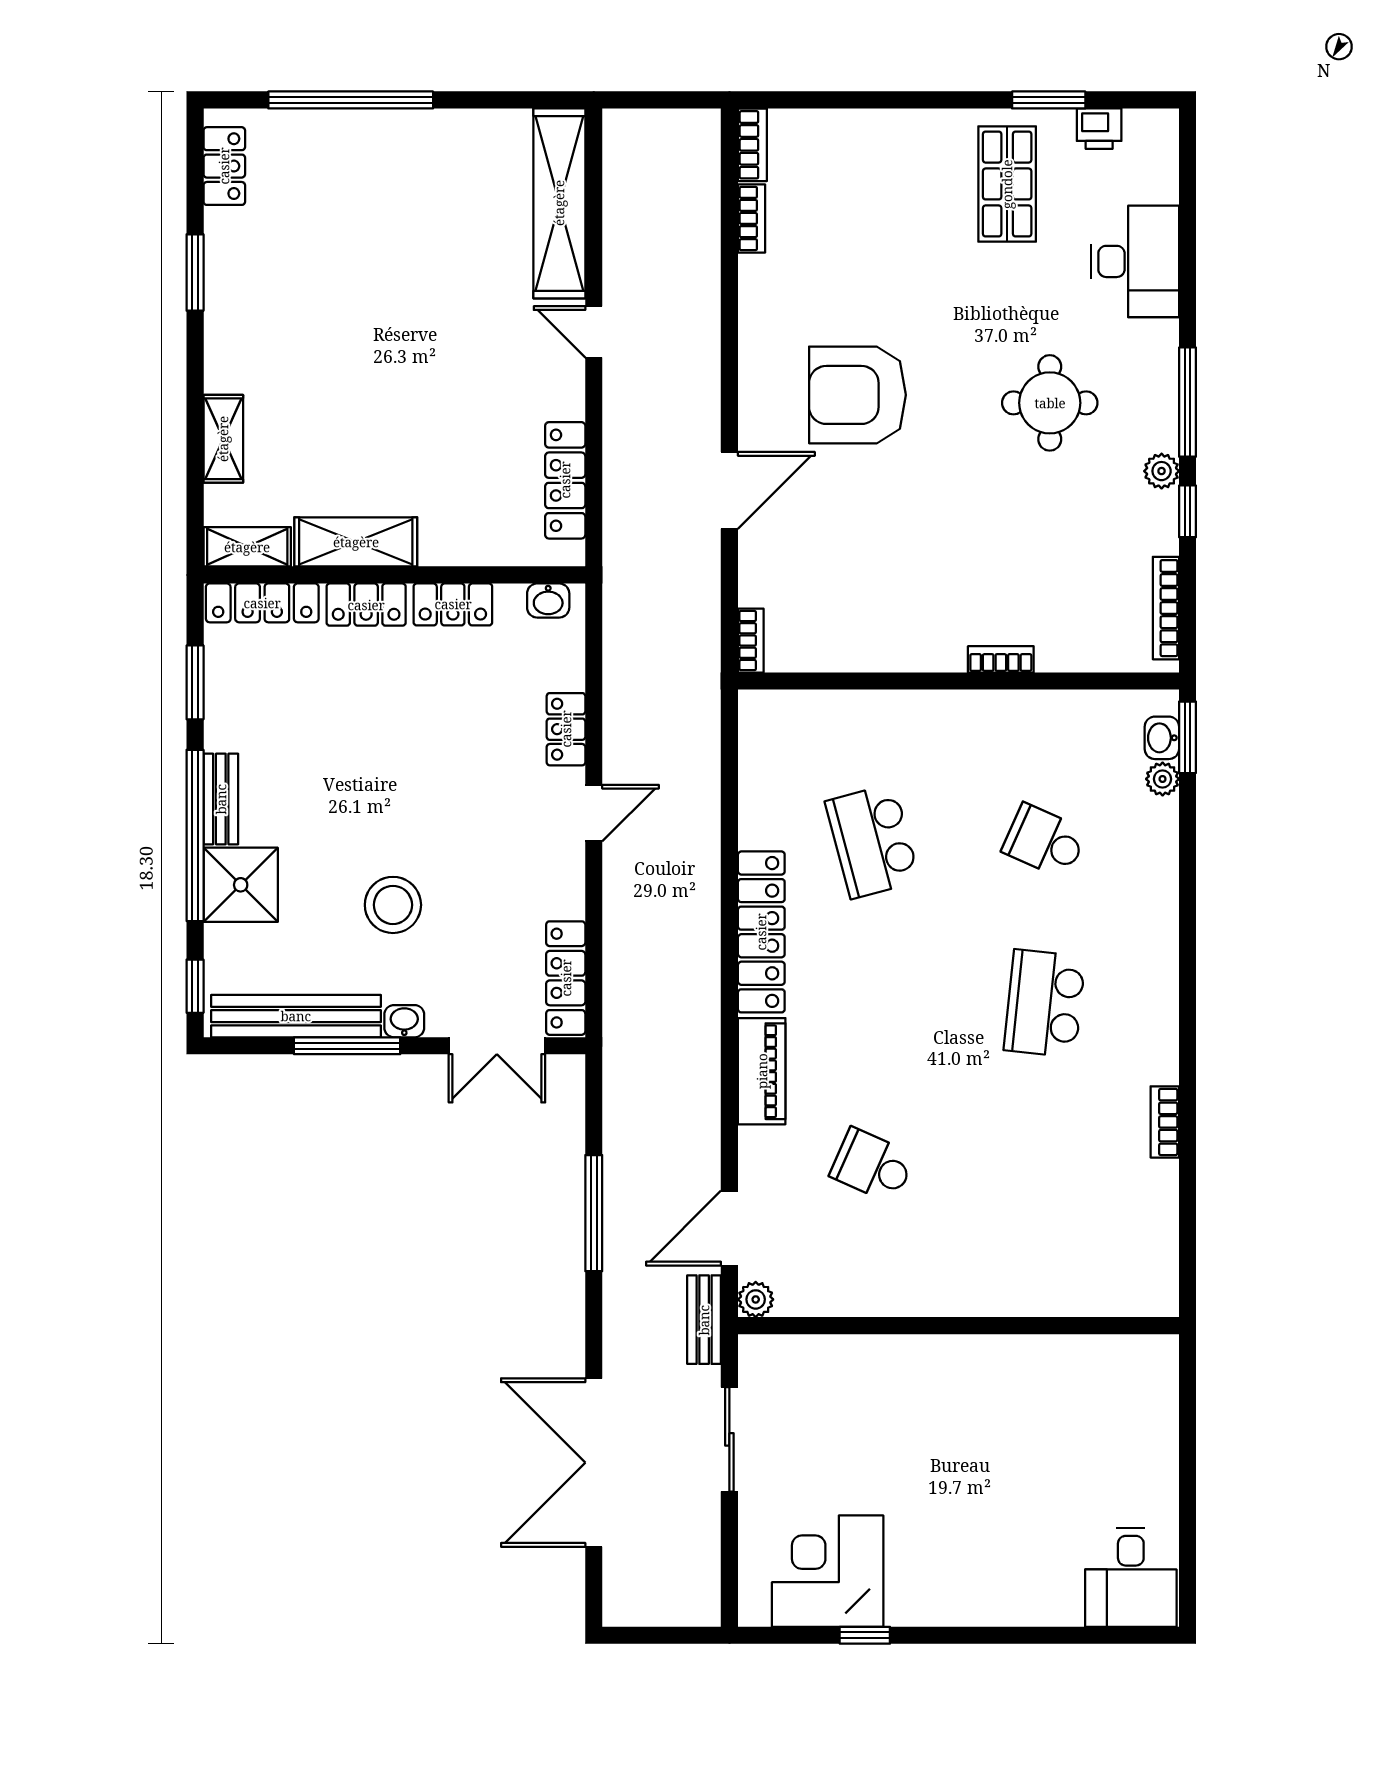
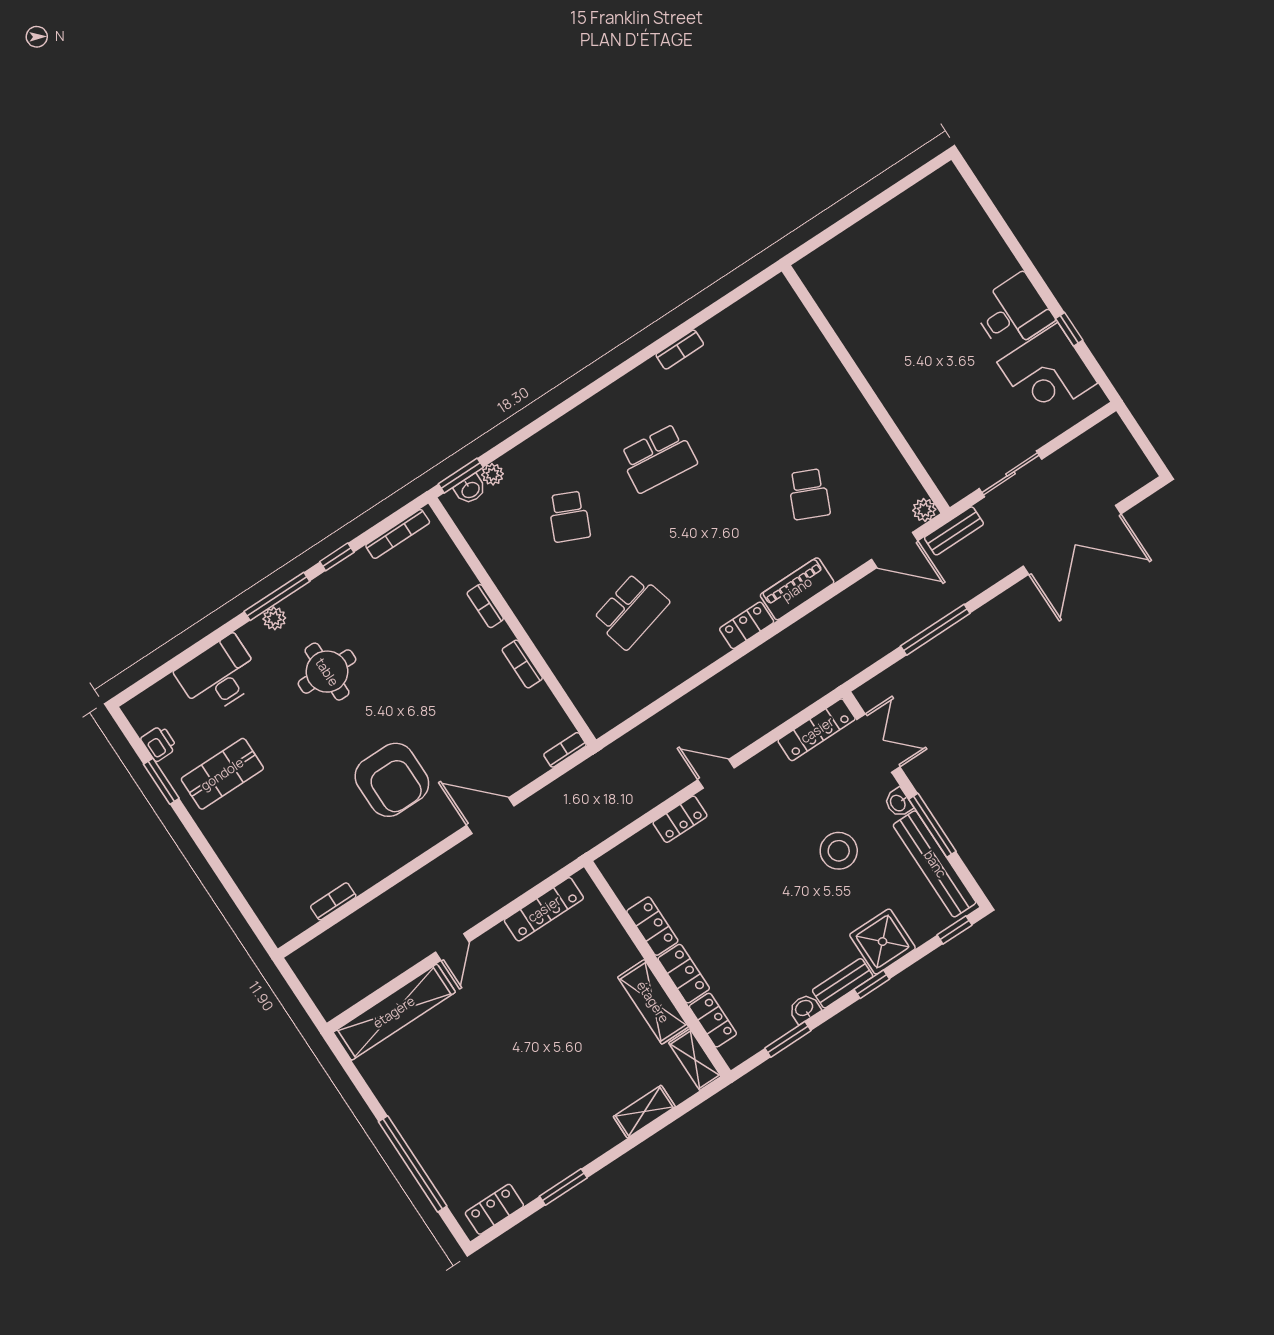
bookcase: (752, 145) -> (522, 664), moved, turned -90
plant: (1162, 471) -> (274, 618), moved
washbasin: (548, 601) -> (804, 1009), moved, turned -90
locker: (262, 603) -> (713, 1020), width x0.66
window: (195, 835) -> (872, 984), width x0.32
locker: (761, 932) -> (747, 625), width x0.46, depth x0.83
desk: (1131, 1577) -> (1013, 313), moved

